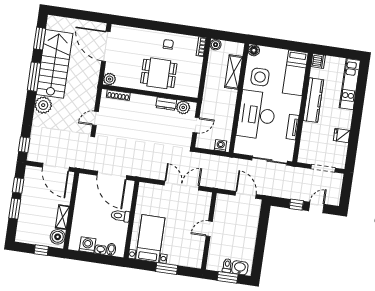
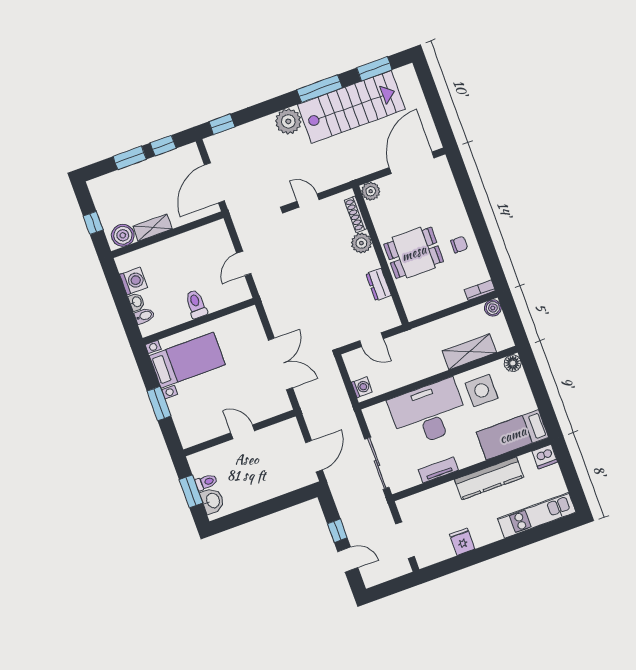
dining table: (159, 73) -> (414, 253), turned 90
plant: (183, 107) -> (361, 243), moved
door: (112, 175) -> (244, 263), width x0.53

